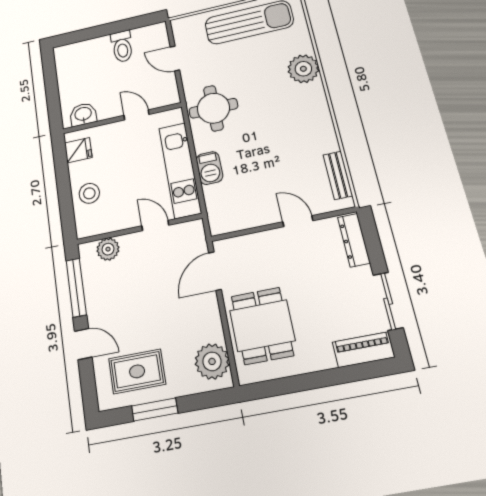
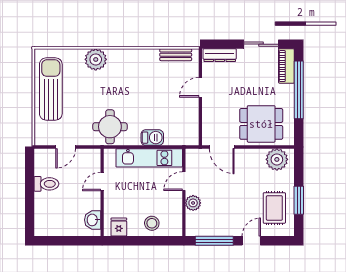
plant: (108, 249) -> (193, 203), moved
window: (330, 377) -> (299, 90), added

